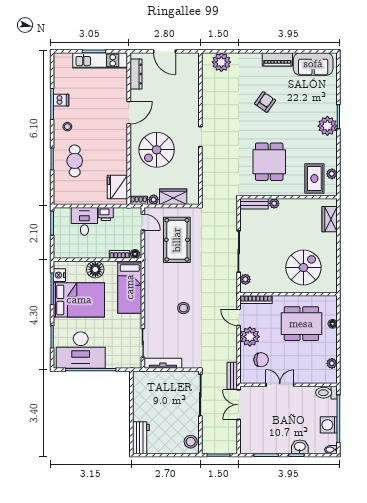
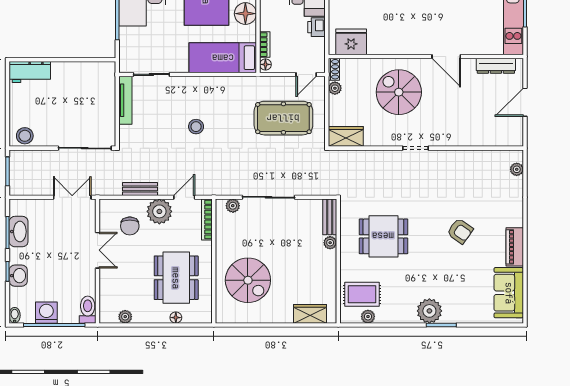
plant: (221, 62) -> (517, 169), width x0.53, depth x0.53
wardrobe: (173, 197) -> (346, 136), moved, turned -90
bench: (232, 376) -> (140, 189), moved
washbasin: (265, 447) -> (19, 232), added

